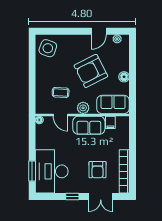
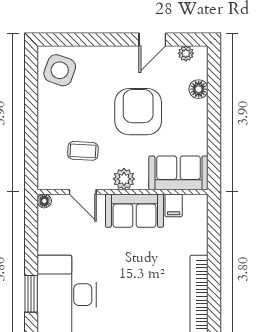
armchair: (91, 71) -> (138, 112), turned 117
floor lamp: (124, 77) -> (199, 89), moved
armchair: (97, 170) -> (150, 292), removed

